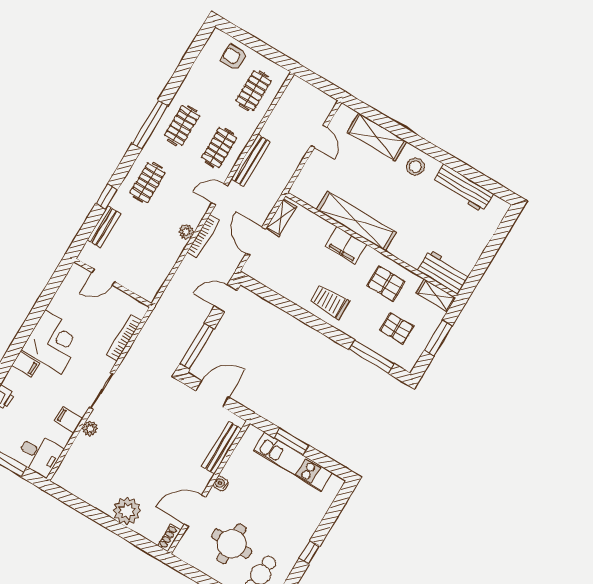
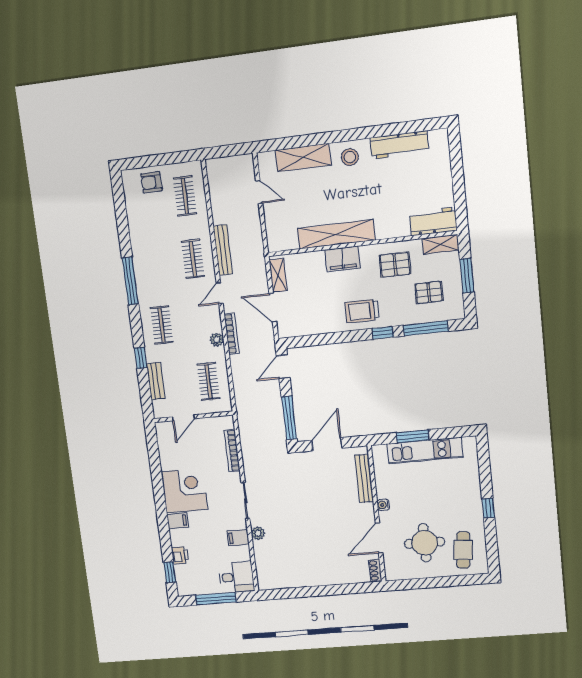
clothes rail: (182, 125) -> (208, 382), moved
window: (333, 333) -> (383, 333), added
plant: (127, 511) -> (330, 573), removed

